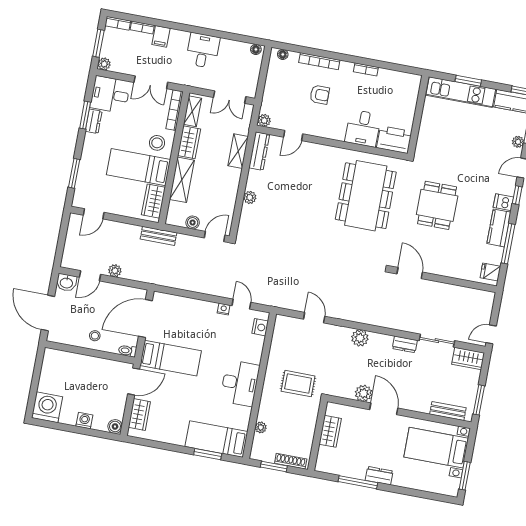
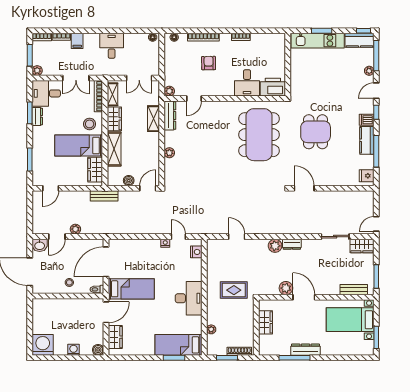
armchair: (320, 95) -> (209, 63), turned -91
dresser: (405, 344) -> (292, 244), moved
dresser: (379, 476) -> (306, 350), width x1.44

